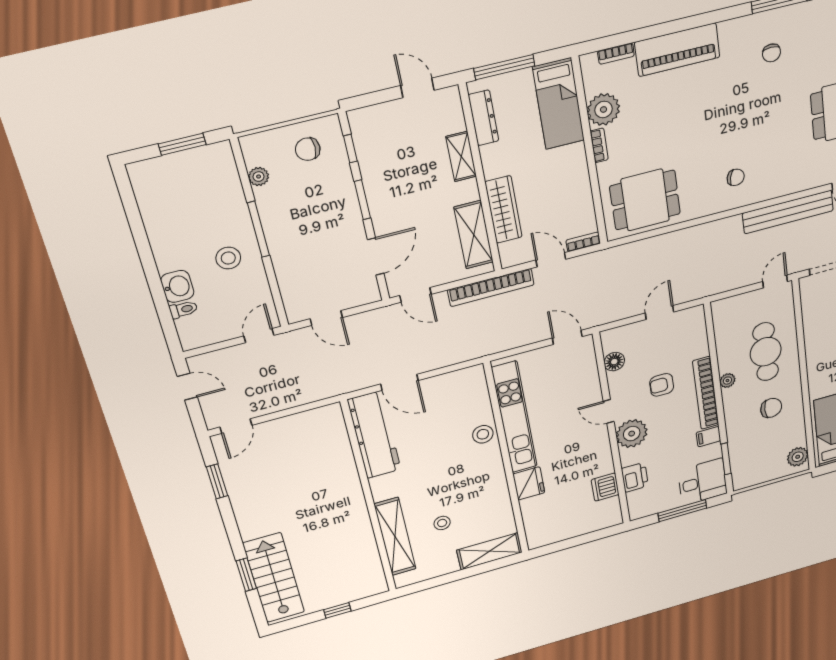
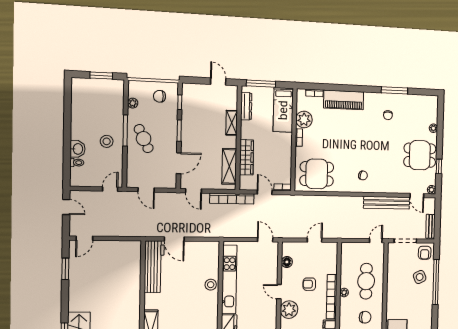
cafe table: (297, 233) -> (144, 139), added

